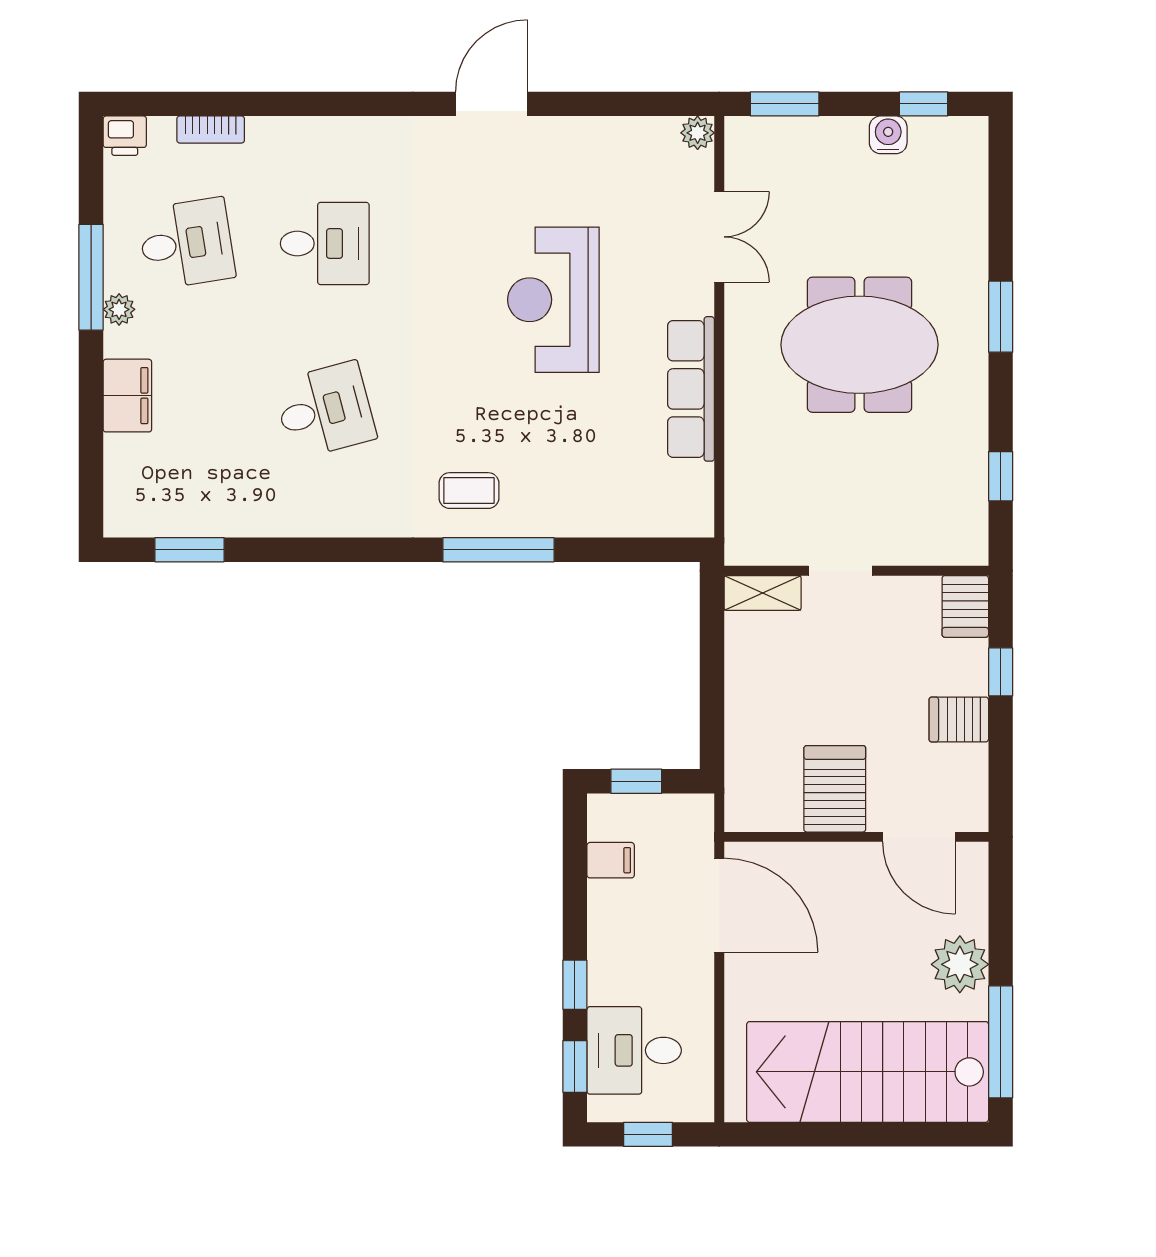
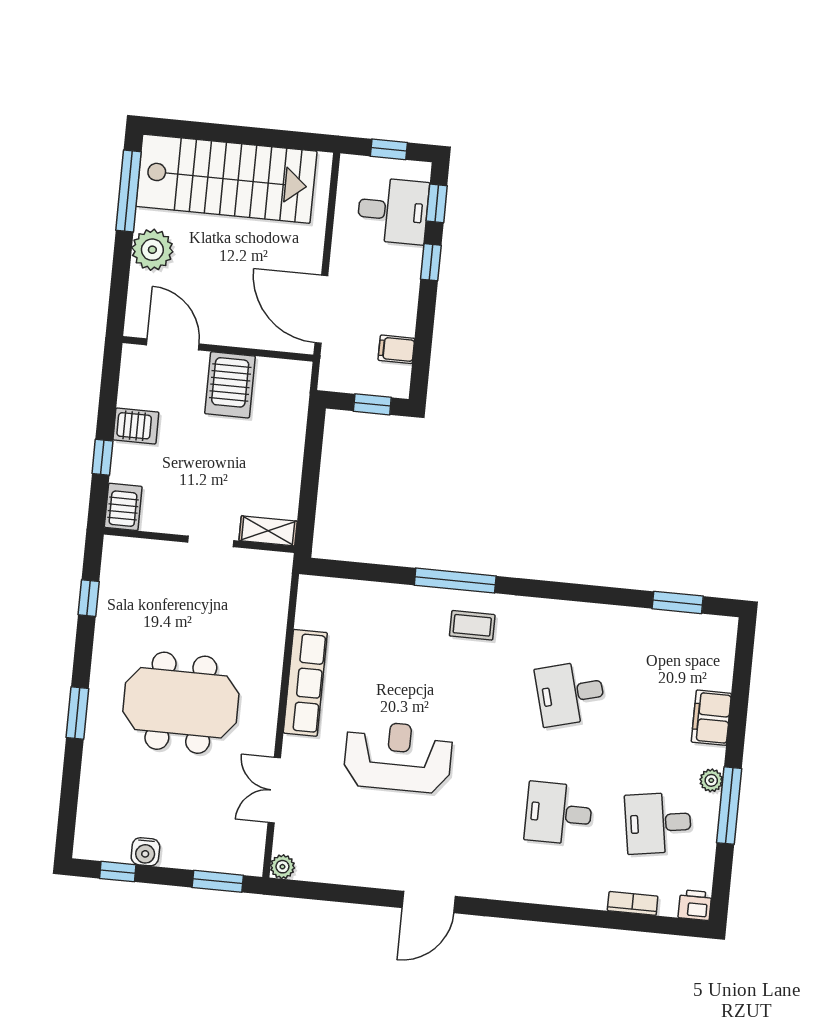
reception desk: (553, 300) -> (398, 757), turned -90

